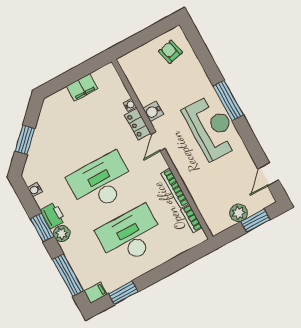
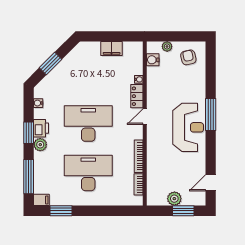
plant: (141, 53) -> (167, 46), added
water cooler: (153, 111) -> (153, 60), moved

